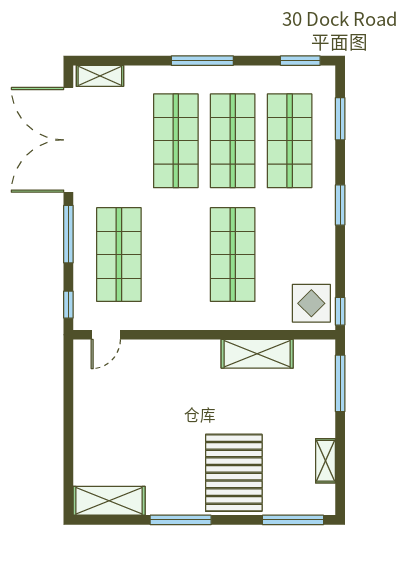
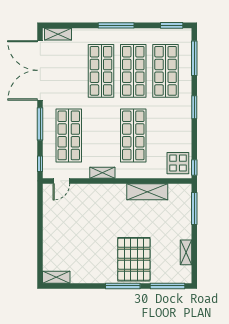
window: (340, 119) -> (194, 58), width x1.44
shelving: (178, 320) -> (102, 173), added
shelving: (109, 501) -> (56, 277), width x0.67, depth x0.75
window: (181, 520) -> (123, 286), moved

